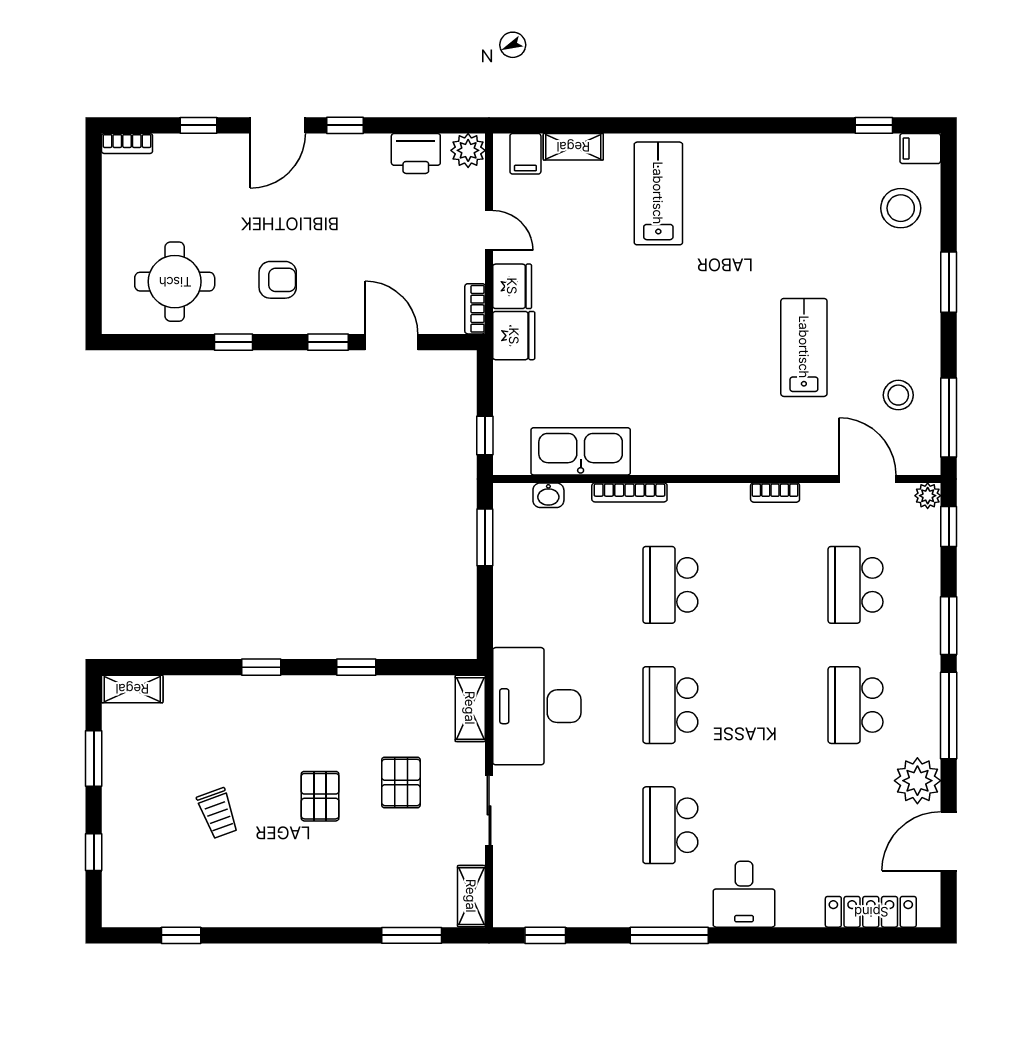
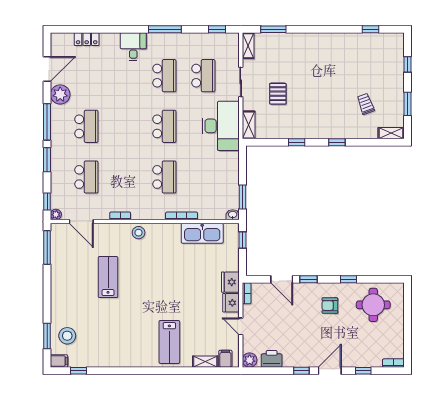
window: (949, 282) -> (47, 336), moved
lab bench: (804, 347) -> (108, 277), turned 180
stool: (898, 395) -> (139, 233), moved
washbasin: (548, 495) -> (233, 215), moved
pallet: (320, 796) -> (312, 88), removed
trolley: (218, 813) -> (366, 104), moved
school desk: (578, 825) -> (203, 76), added
locker: (871, 912) -> (87, 39), width x0.66

